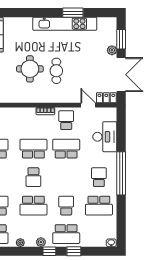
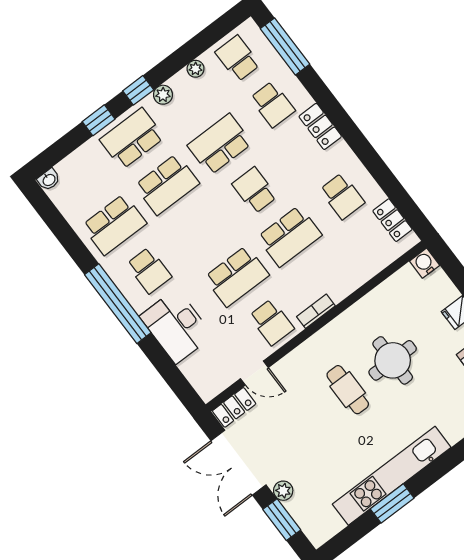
desk: (105, 137) -> (176, 326), moved
school desk: (66, 206) -> (167, 184), width x1.85
school desk: (99, 206) -> (114, 224), turned 180

